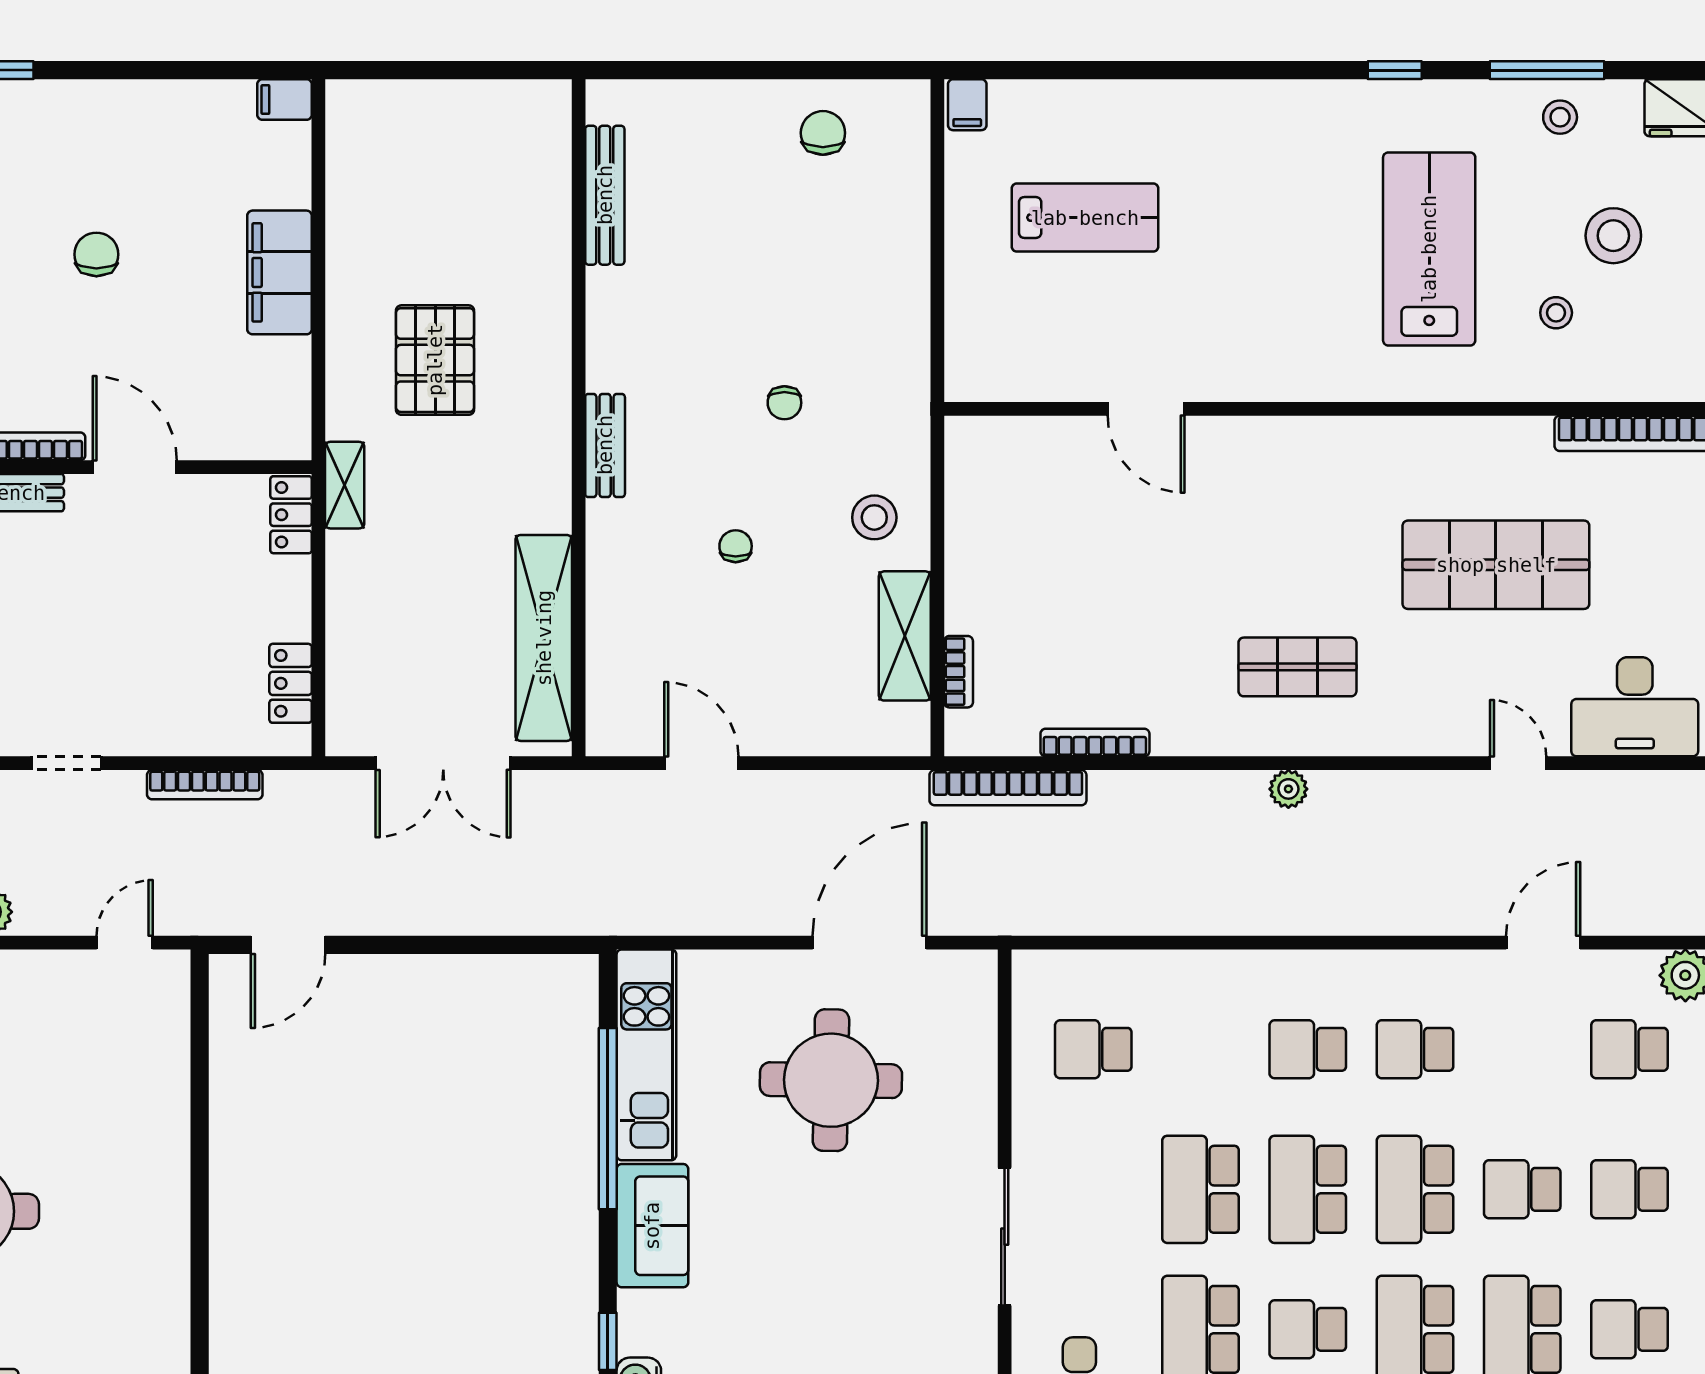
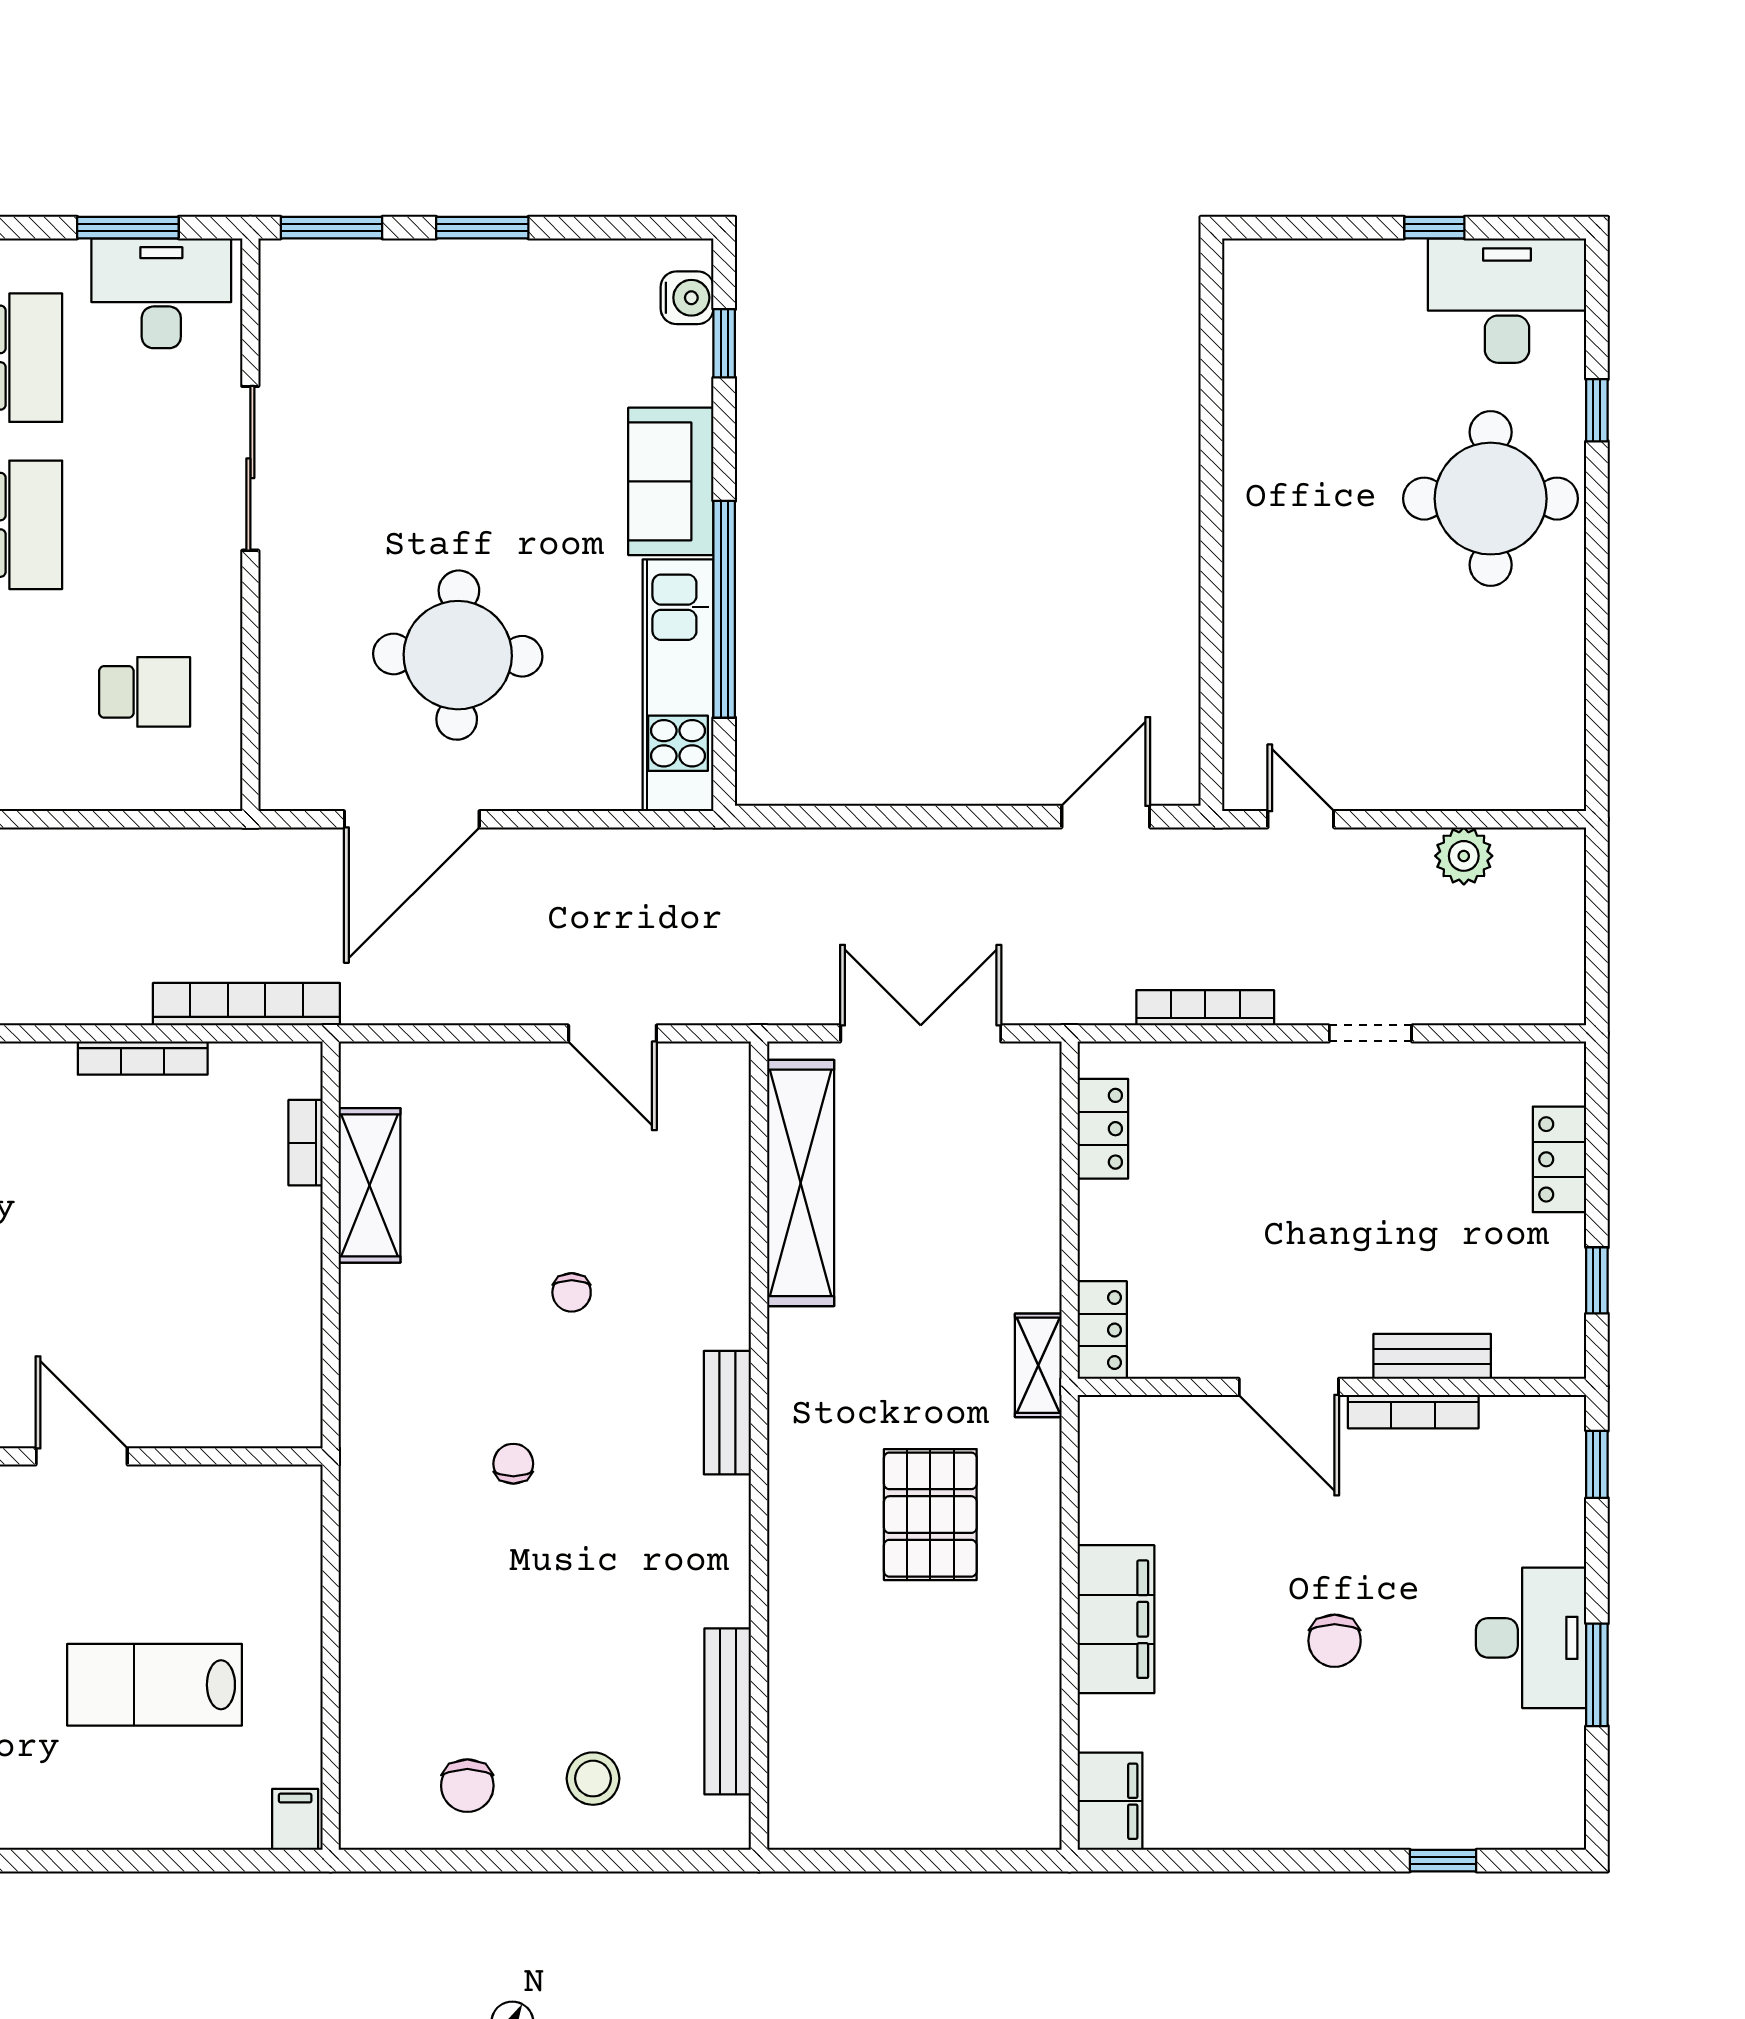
filing cabinet: (284, 100) -> (1110, 1801), width x2.00
stool: (874, 517) -> (593, 1779), moved
door: (125, 943) -> (1301, 819), swing flipped

